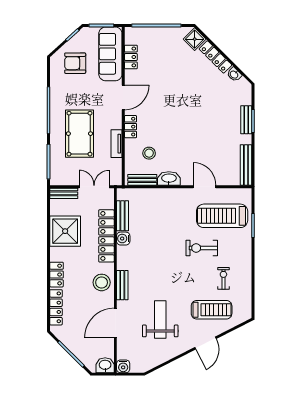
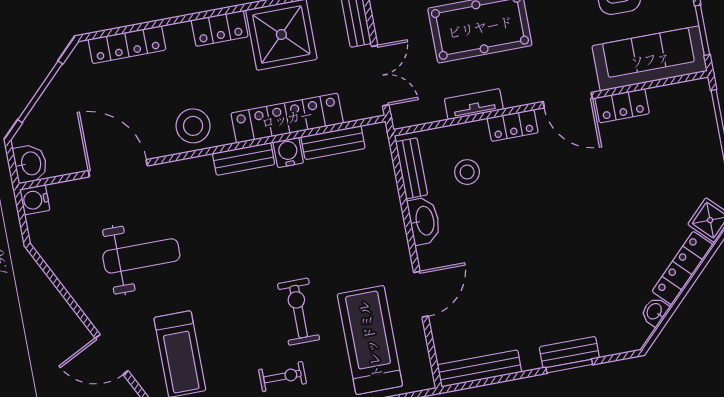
locker: (131, 57) -> (622, 106), moved
locker: (56, 275) -> (220, 28), moved
exercise bike: (223, 278) -> (283, 377), moved
bench: (122, 285) -> (244, 159), moved

